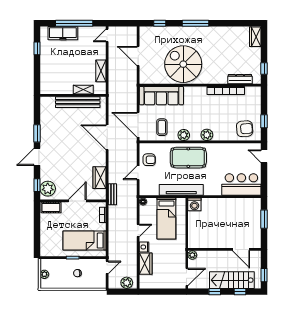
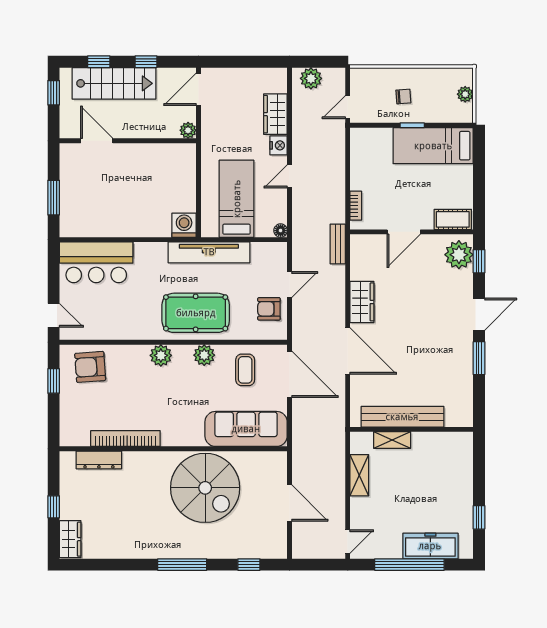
window: (264, 68) -> (54, 507), moved
wardrobe: (100, 178) -> (362, 302), moved
bed: (85, 241) -> (433, 146), moved, turned 180

